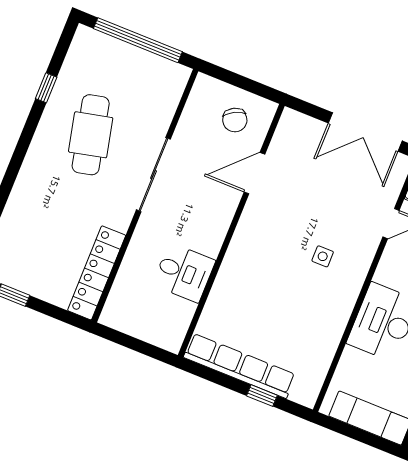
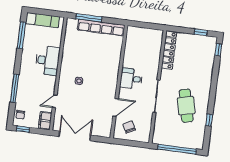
desk: (184, 273) -> (131, 79), moved
window: (262, 396) -> (89, 18), width x2.17

